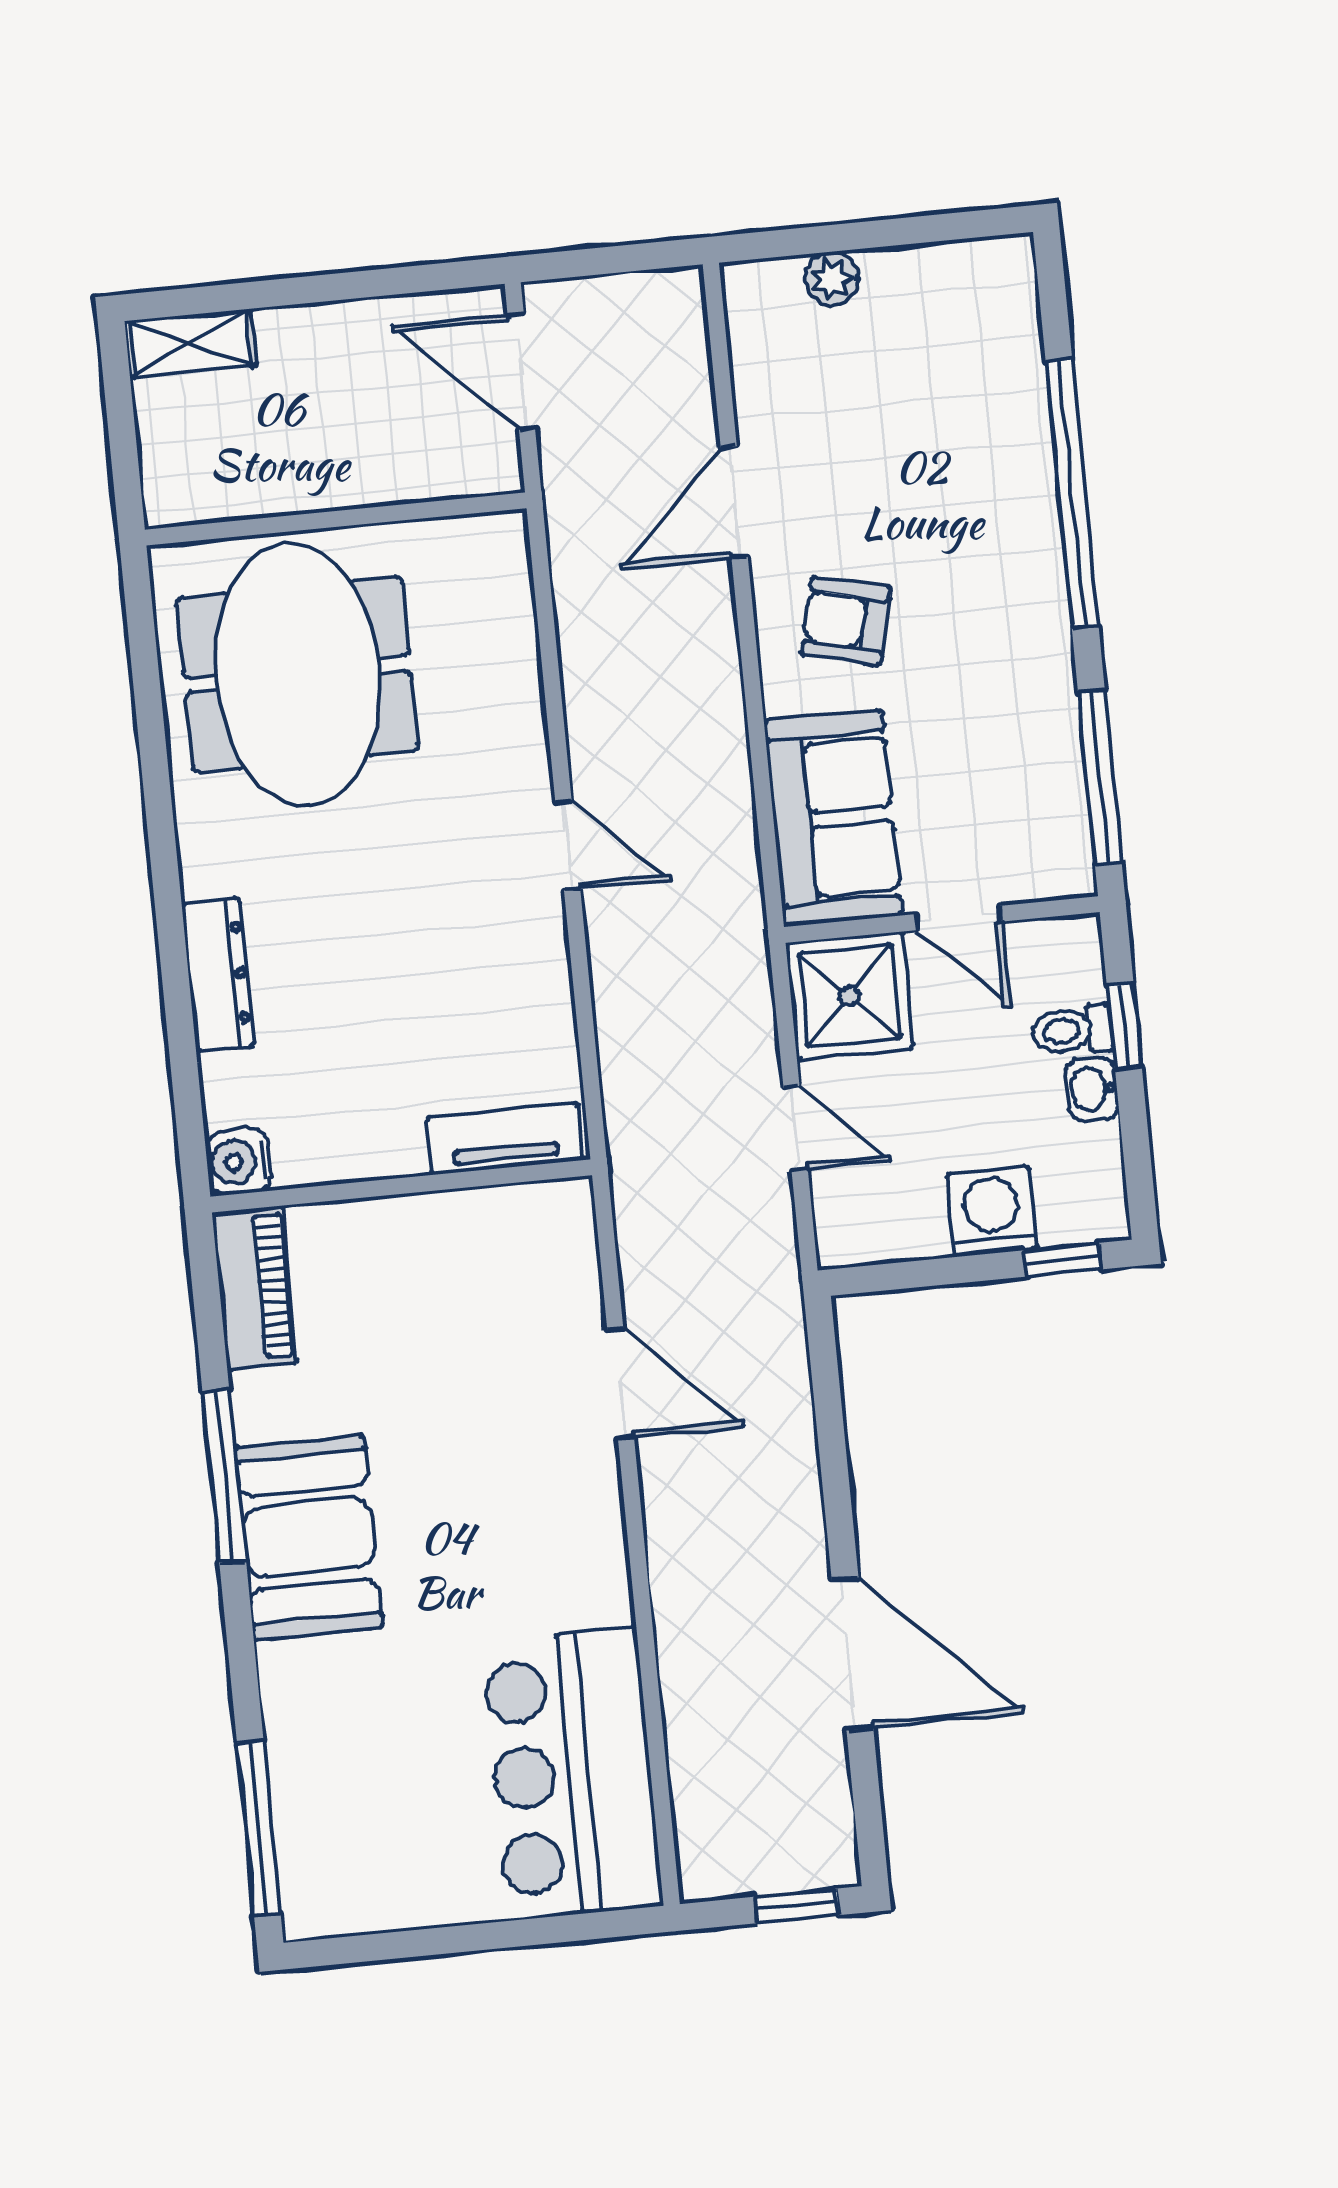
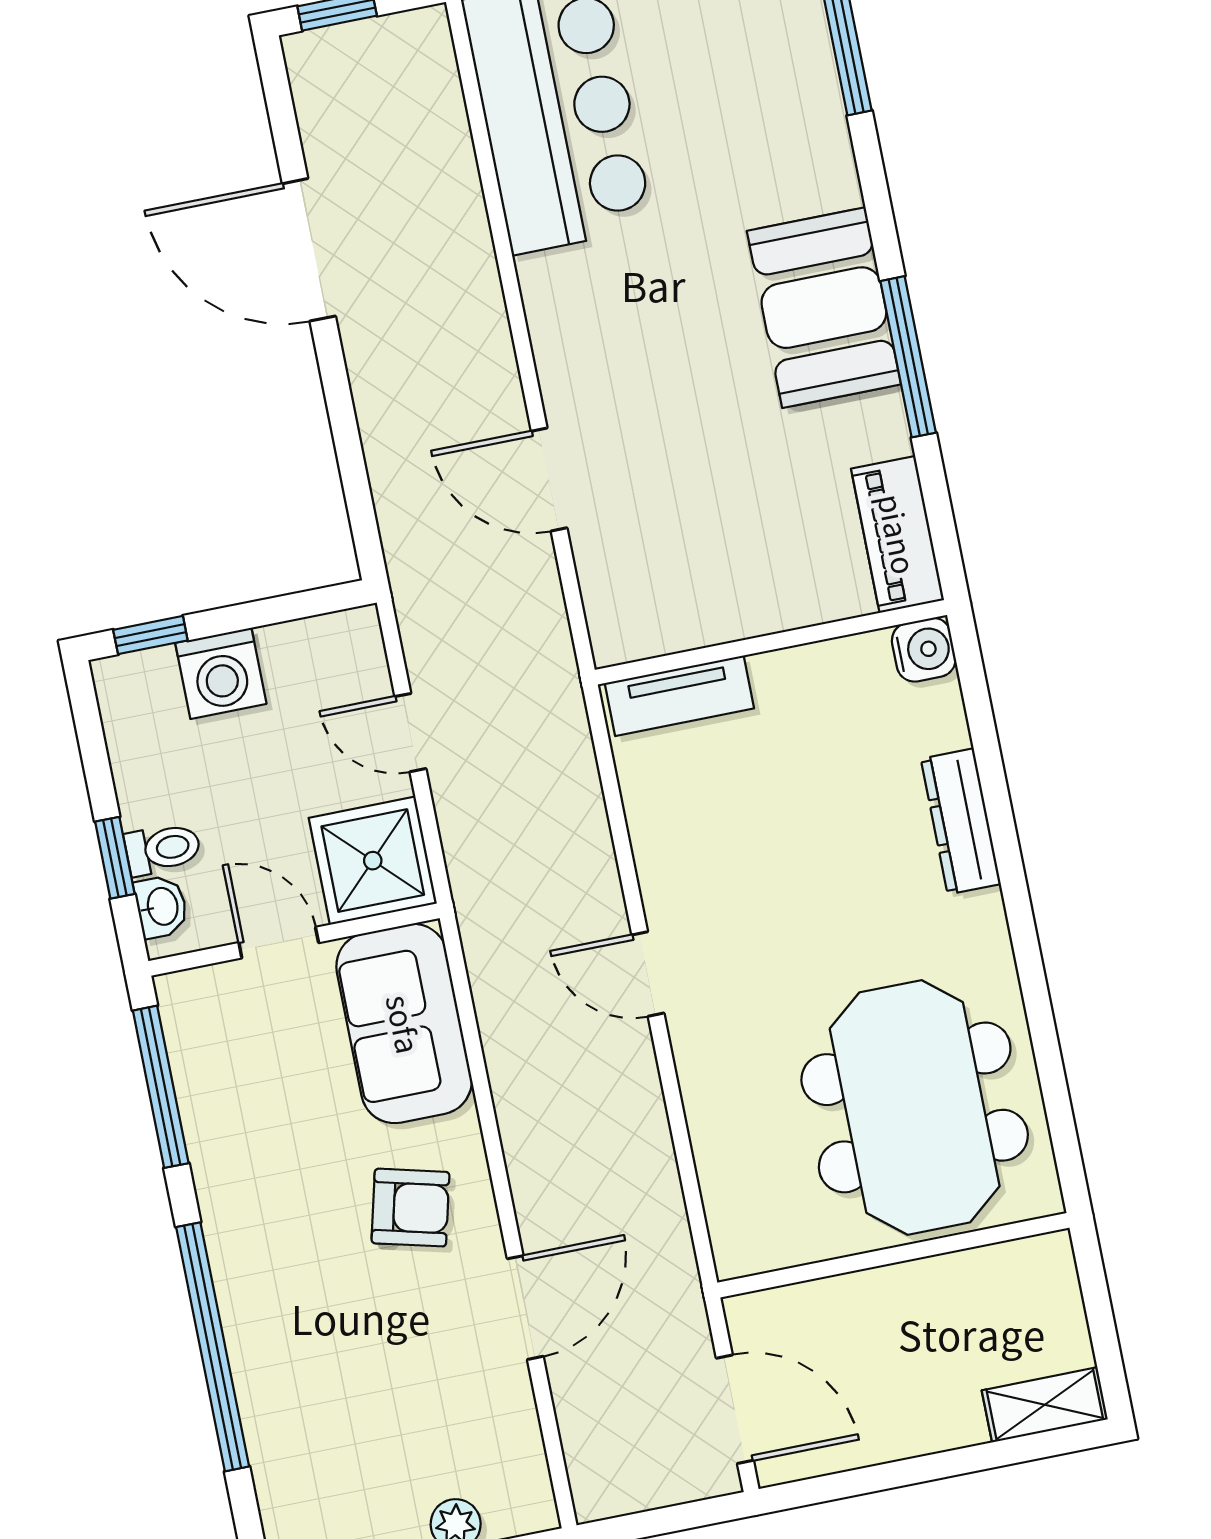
washbasin: (1092, 1089) -> (161, 907), moved

